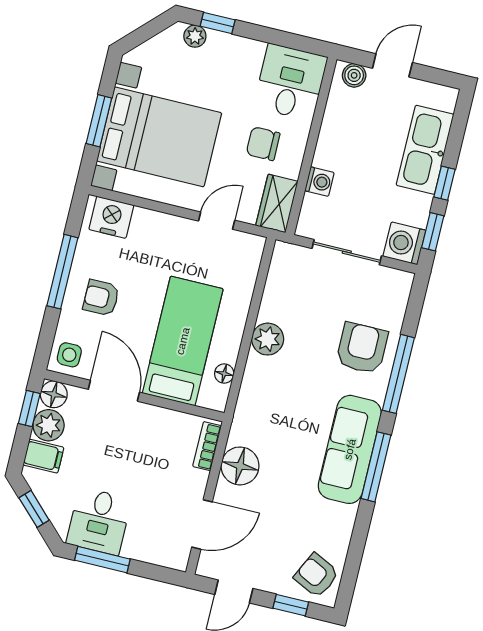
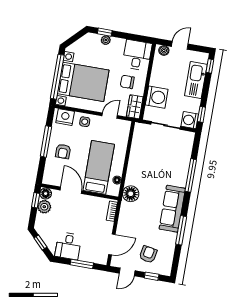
plant: (195, 36) -> (106, 40), moved
window: (99, 121) -> (57, 77), width x2.11
washing machine: (319, 182) -> (157, 97), width x1.89, depth x1.89
window: (445, 183) -> (210, 66), moved
armchair: (101, 298) -> (63, 151), turned -90
plant: (268, 339) -> (135, 164), removed
armchair: (362, 348) -> (175, 166), removed
side table: (69, 355) -> (85, 122), moved
filing cabinet: (43, 456) -> (43, 220), removed
floor lamp: (240, 466) -> (131, 194), moved
window: (376, 467) -> (181, 230), moved
window: (102, 560) -> (82, 264), moved
armchair: (316, 575) -> (148, 254), moved, turned 75

